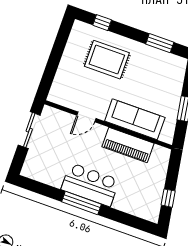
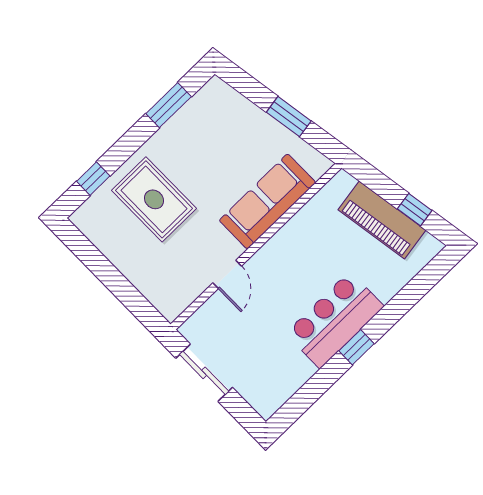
rug: (107, 60) -> (154, 199), turned 90
piano: (128, 145) -> (382, 220), moved, turned 81
window: (81, 203) -> (357, 347), width x0.46

